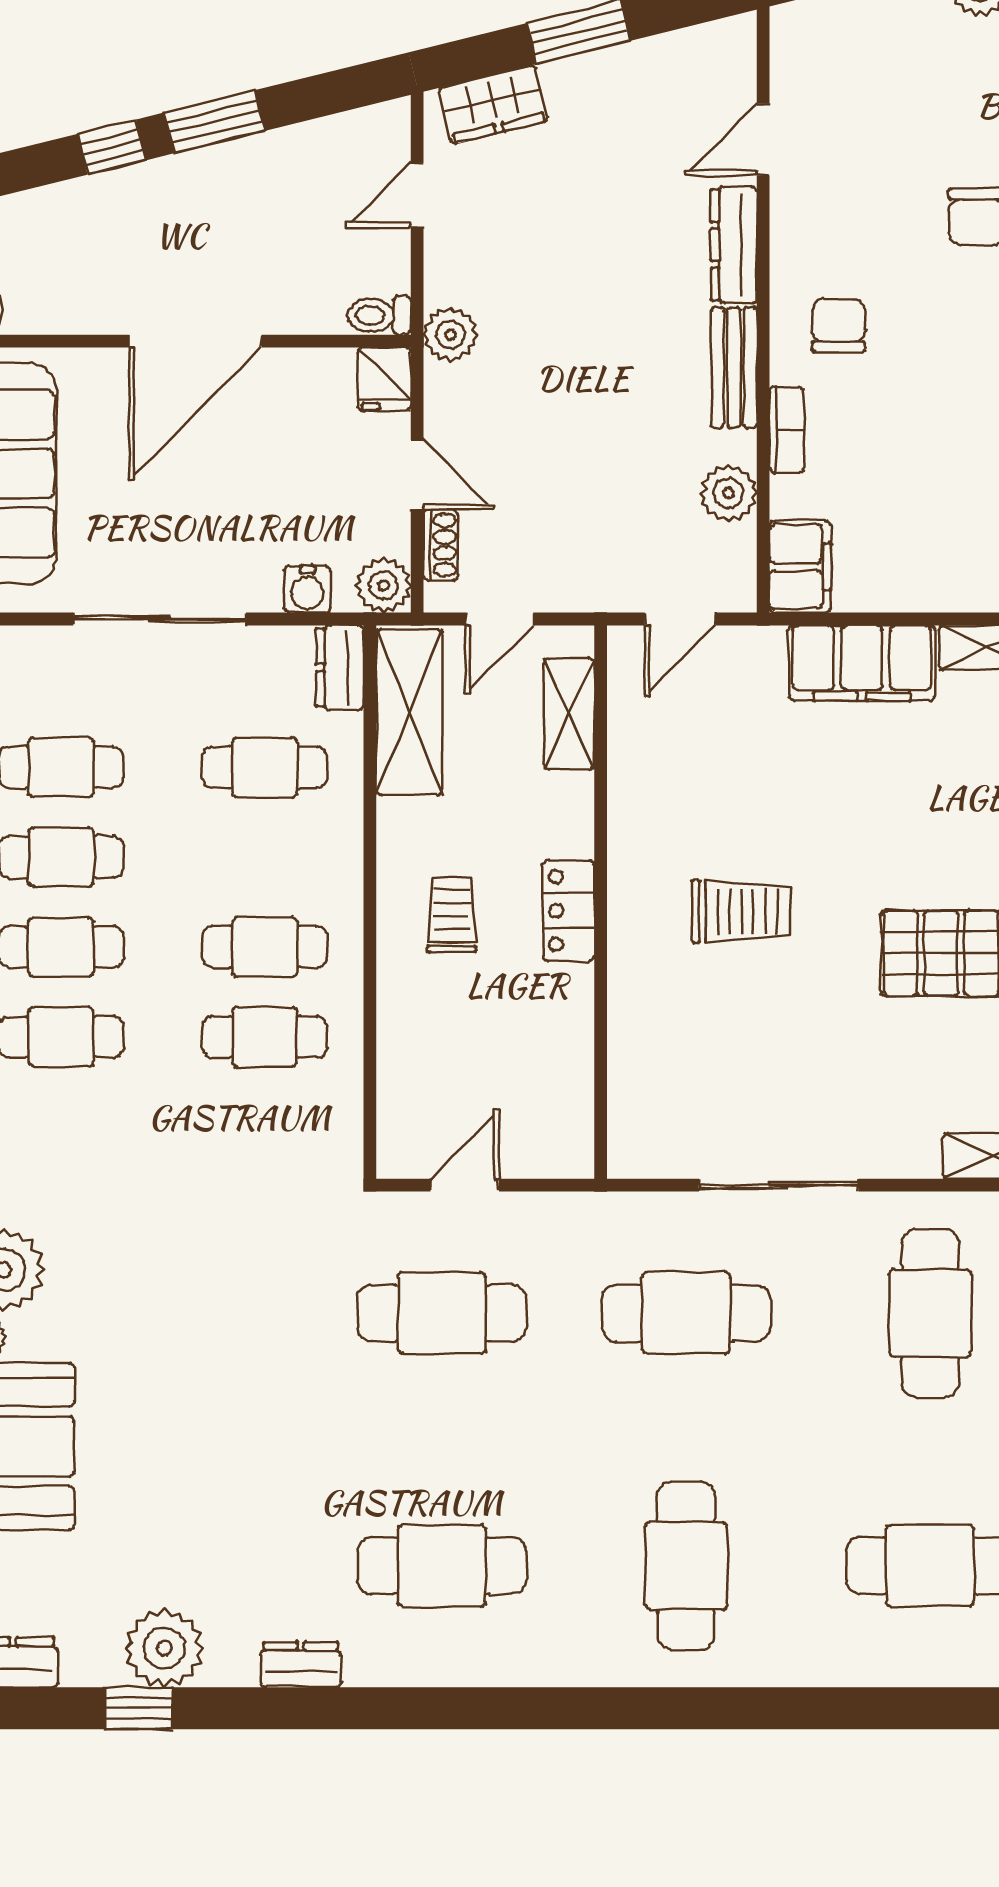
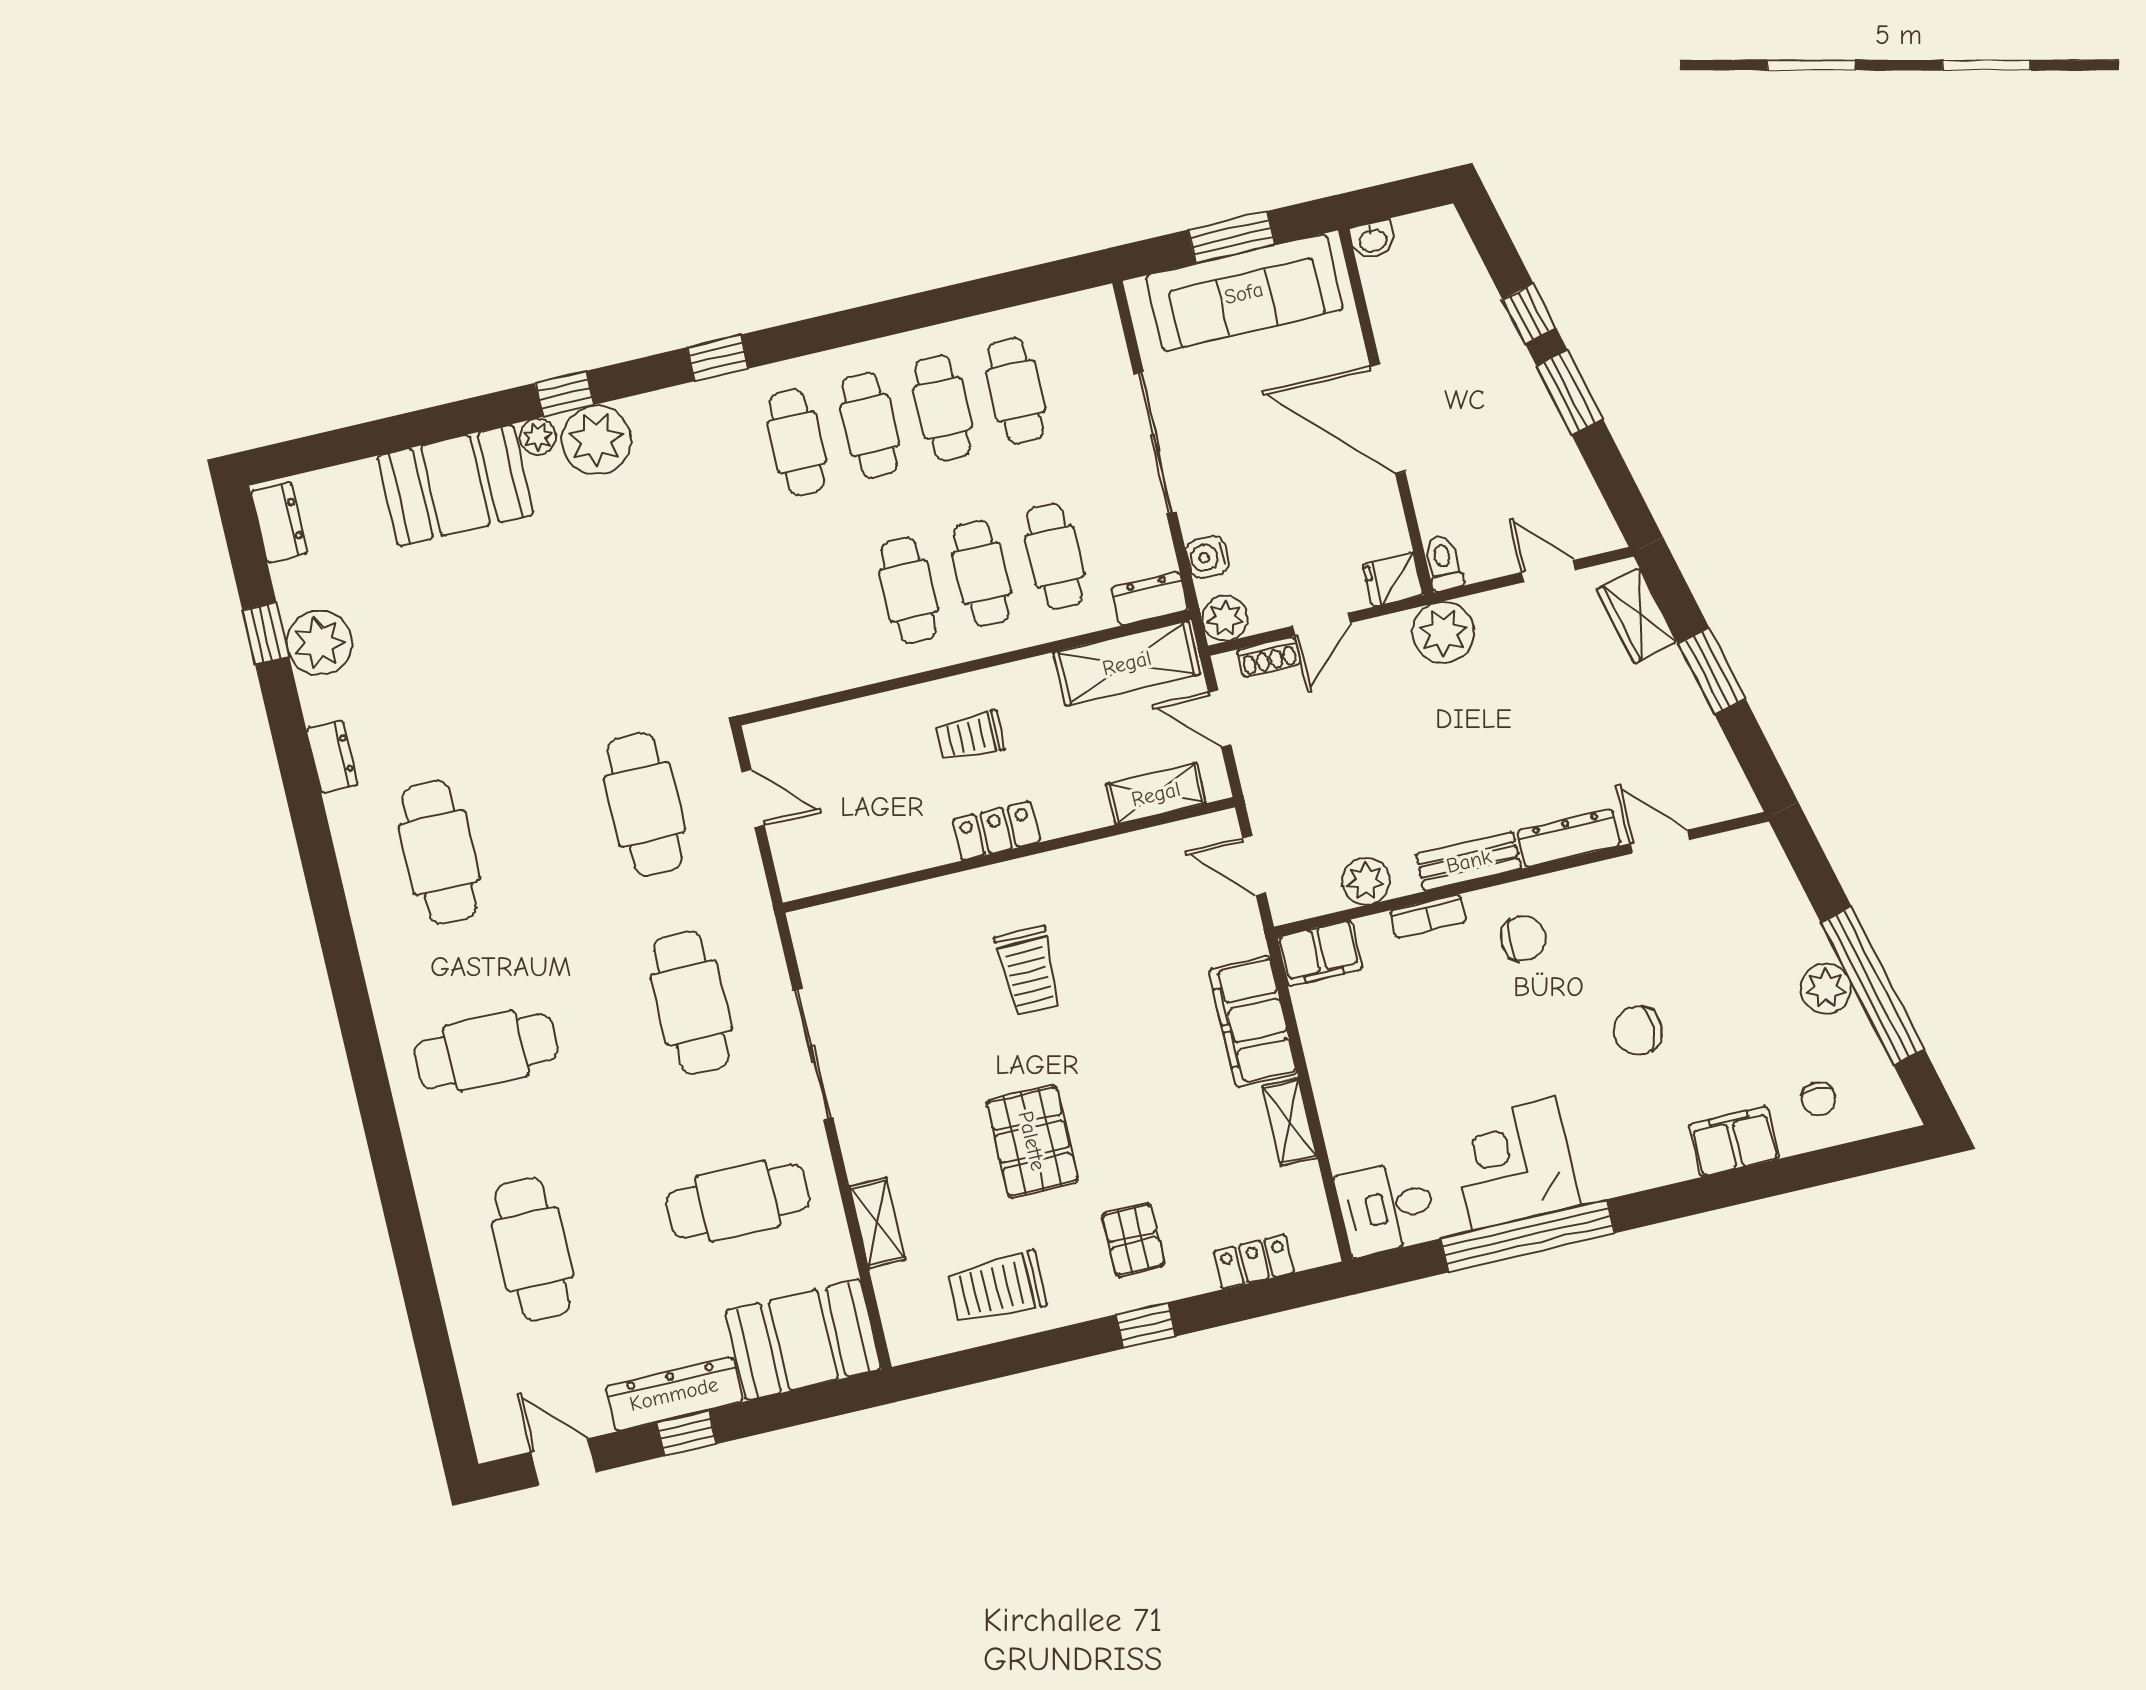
plant: (450, 335) -> (1443, 633), width x1.36, depth x1.36
trolley: (452, 915) -> (970, 736), turned 180
cafe table: (265, 1037) -> (981, 573), moved

